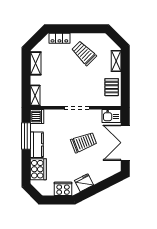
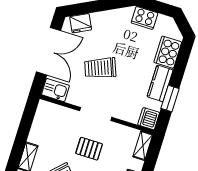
pallet: (112, 87) -> (89, 149), moved, turned 90
window: (26, 136) -> (170, 99), width x0.69
fridge: (84, 183) -> (81, 23), moved

